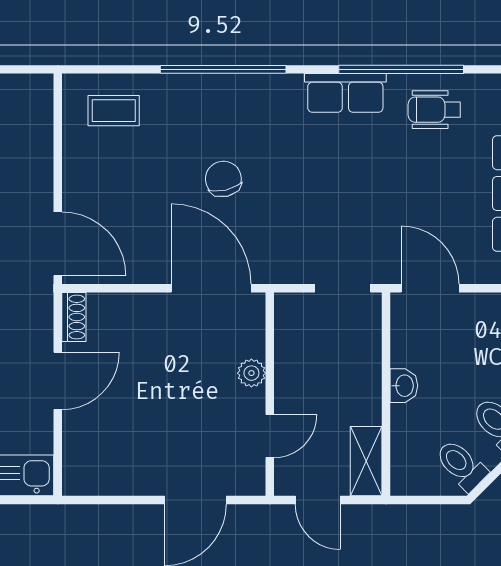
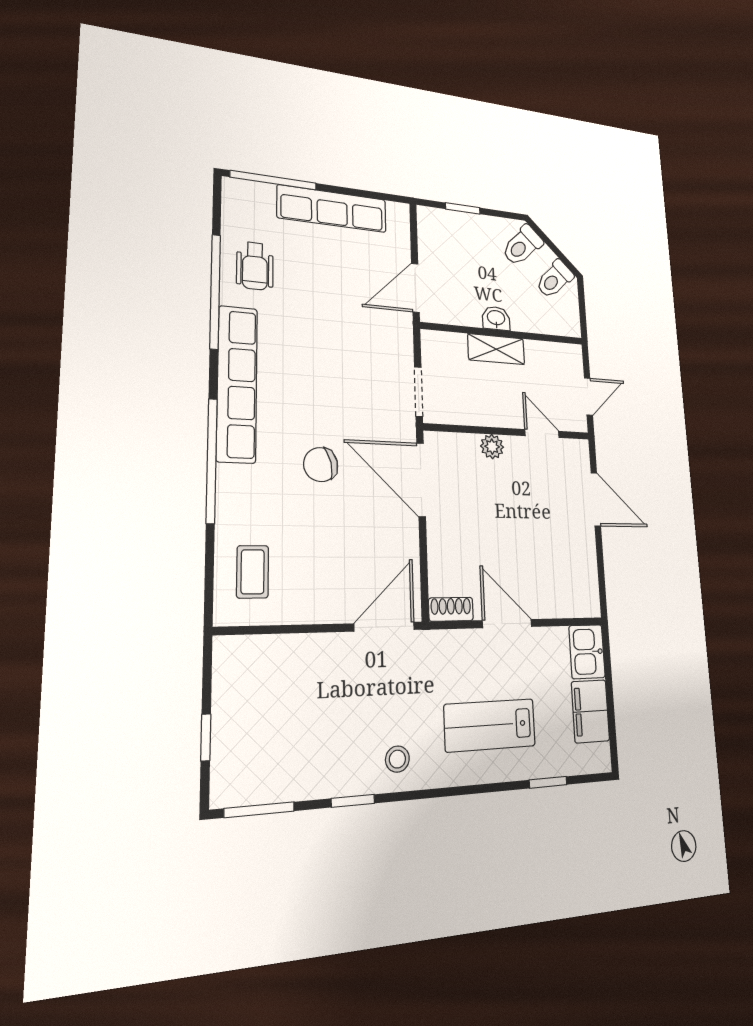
row of seats: (345, 93) -> (237, 384), width x2.02
door: (211, 288) -> (421, 480), hinge flipped
doorway: (343, 288) -> (418, 392), moved
shelving: (366, 461) -> (496, 349), moved

